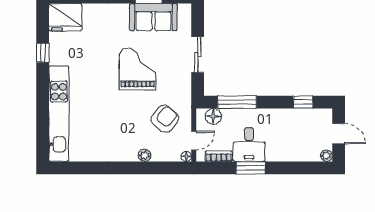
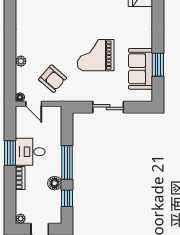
grand piano: (138, 69) -> (96, 55), turned 180
window: (237, 102) -> (67, 163), moved
floor lamp: (213, 116) -> (55, 183), moved
bookcase: (219, 156) -> (20, 178), moved

